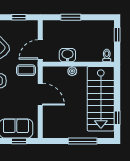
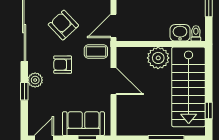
washbasin: (67, 55) -> (180, 33), moved
plant: (72, 71) -> (158, 58), width x1.88, depth x1.88

